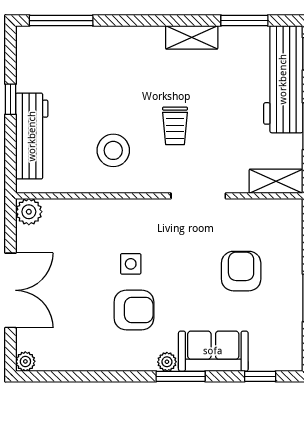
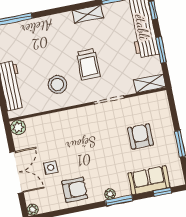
trolley: (175, 126) -> (88, 64), width x1.36, depth x1.39
side table: (131, 264) -> (51, 167), moved
armchair: (134, 310) -> (75, 190), moved
sofa: (213, 351) -> (149, 180), moved

